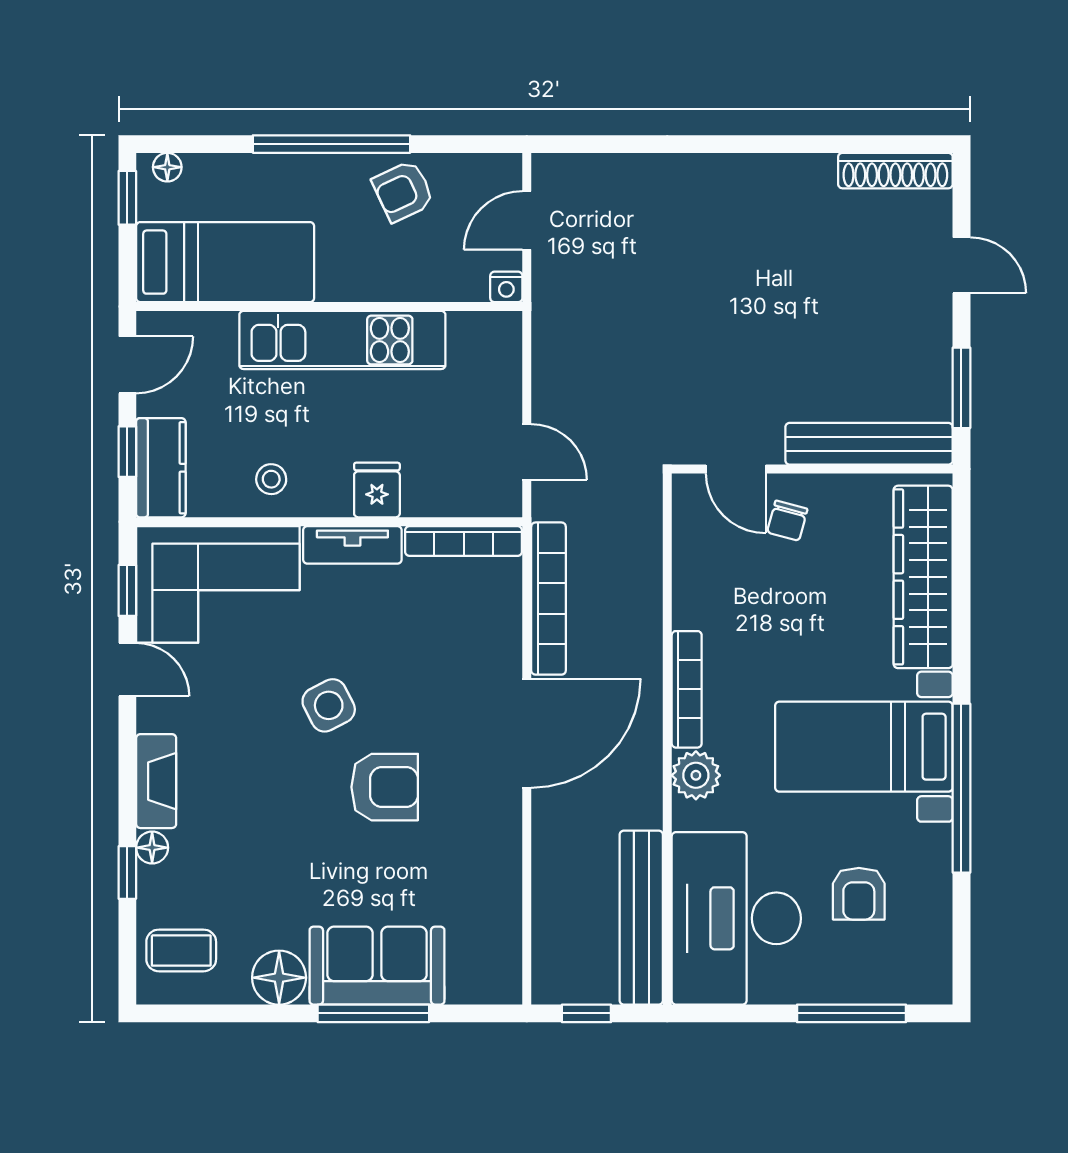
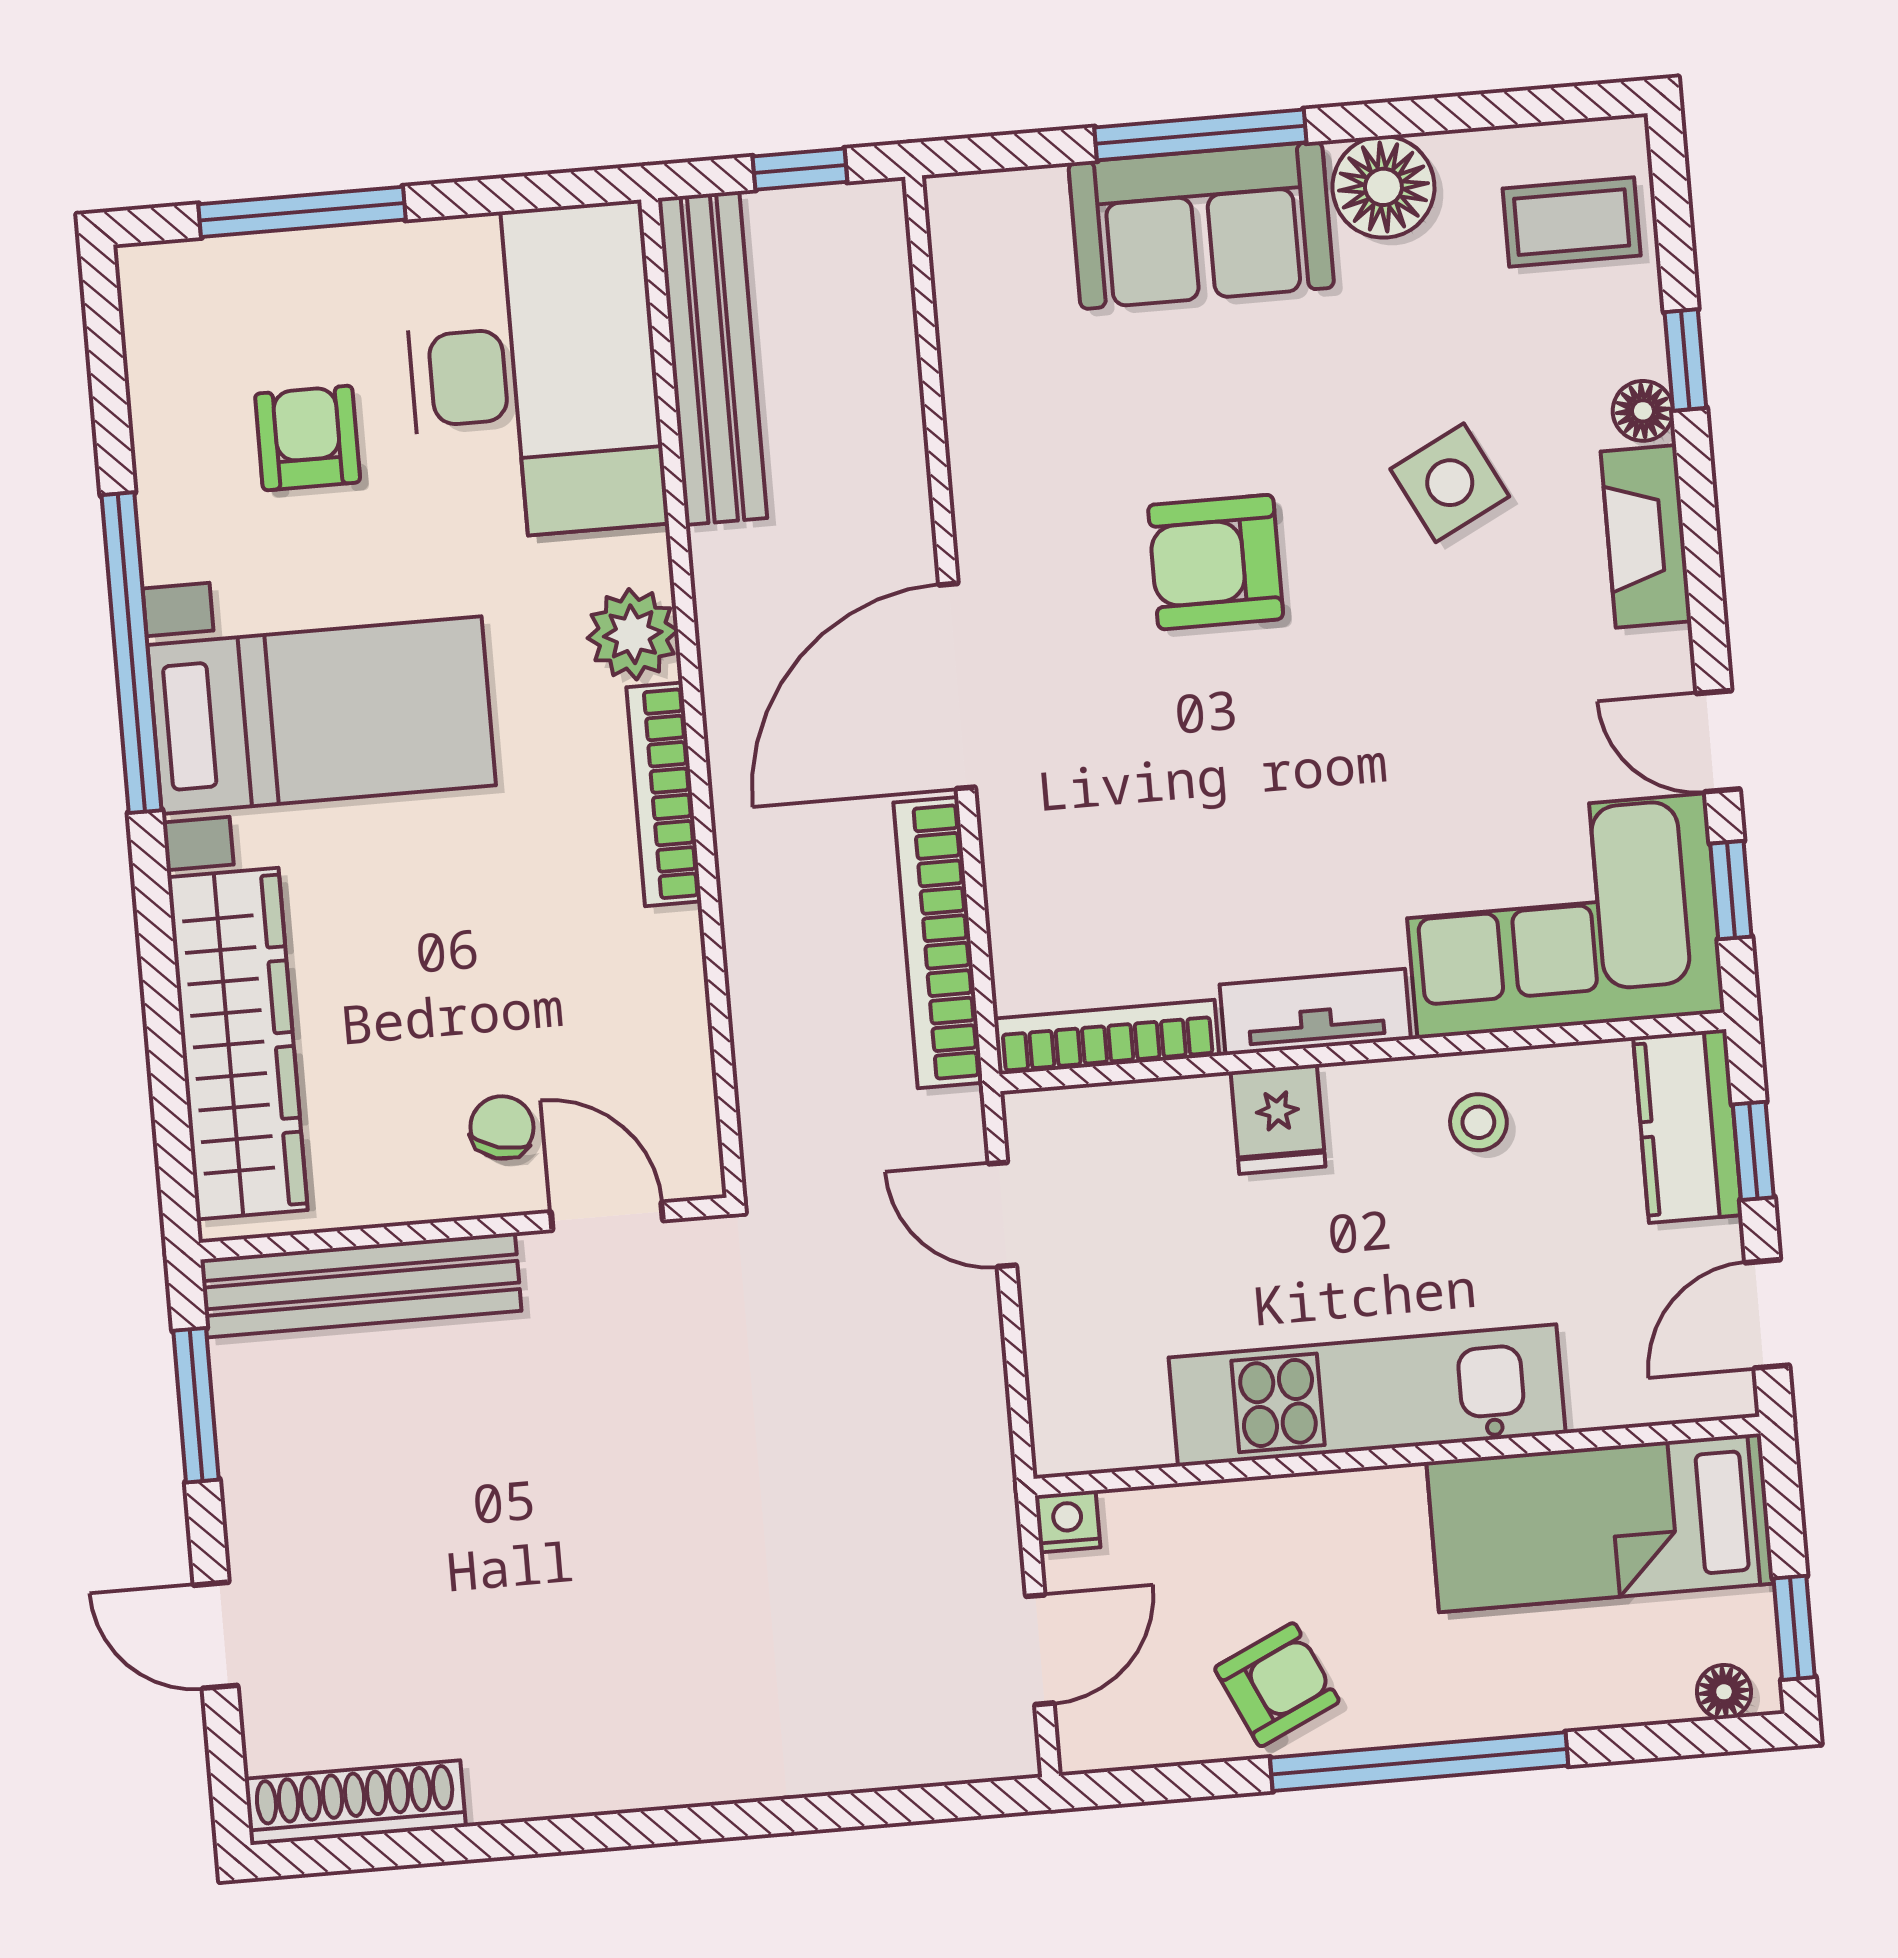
side table: (329, 705) -> (1450, 483), moved

